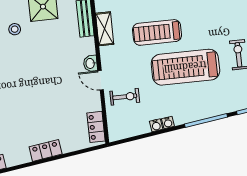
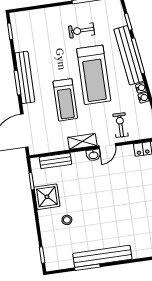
shelving: (105, 29) -> (82, 141), moved
bench: (207, 110) -> (129, 55), added

